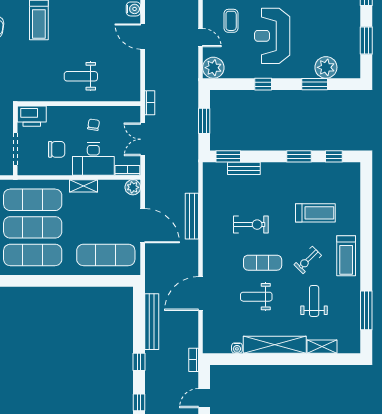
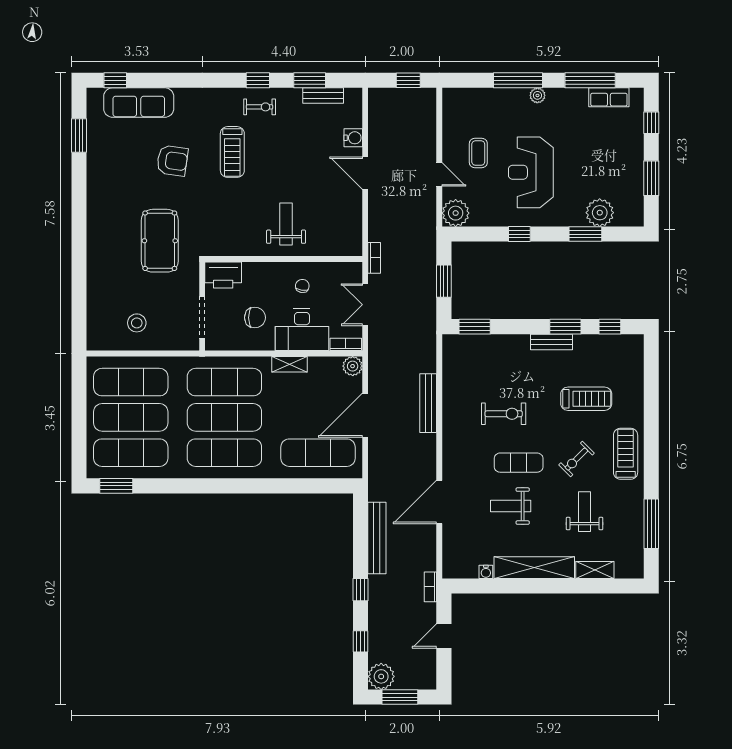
weight bench: (81, 76) -> (286, 224), turned 90
bench: (244, 168) -> (552, 342), moved
door: (143, 226) -> (365, 415), swing flipped
treadmill: (346, 256) -> (626, 454), turned 180

